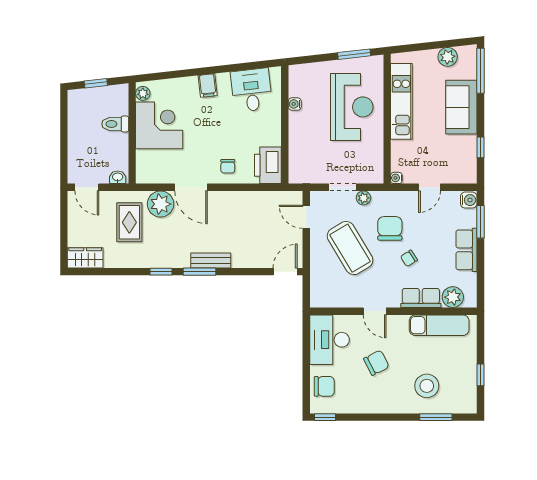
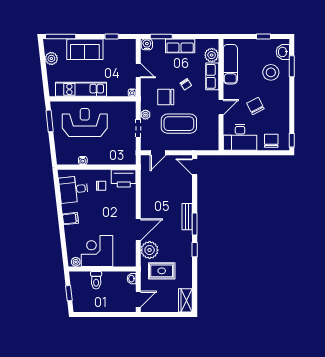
chair: (228, 166) -> (101, 186), moved
coffee table: (350, 248) -> (179, 124), turned 31
washbasin: (457, 404) -> (283, 52), added

